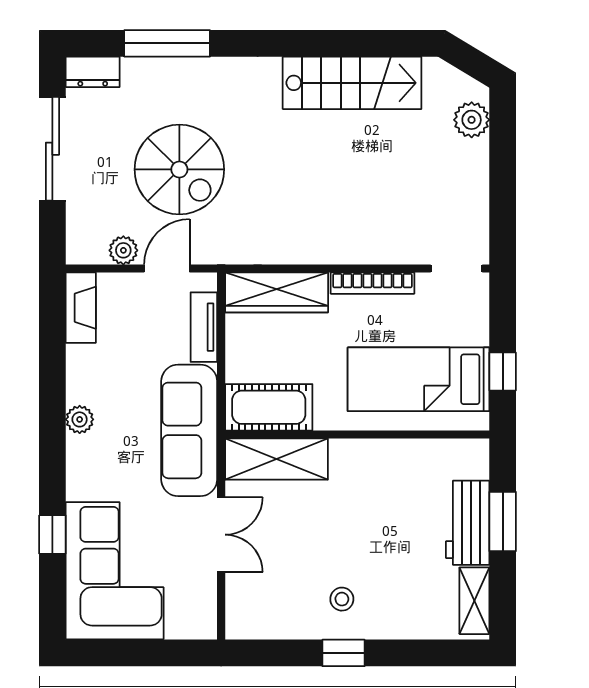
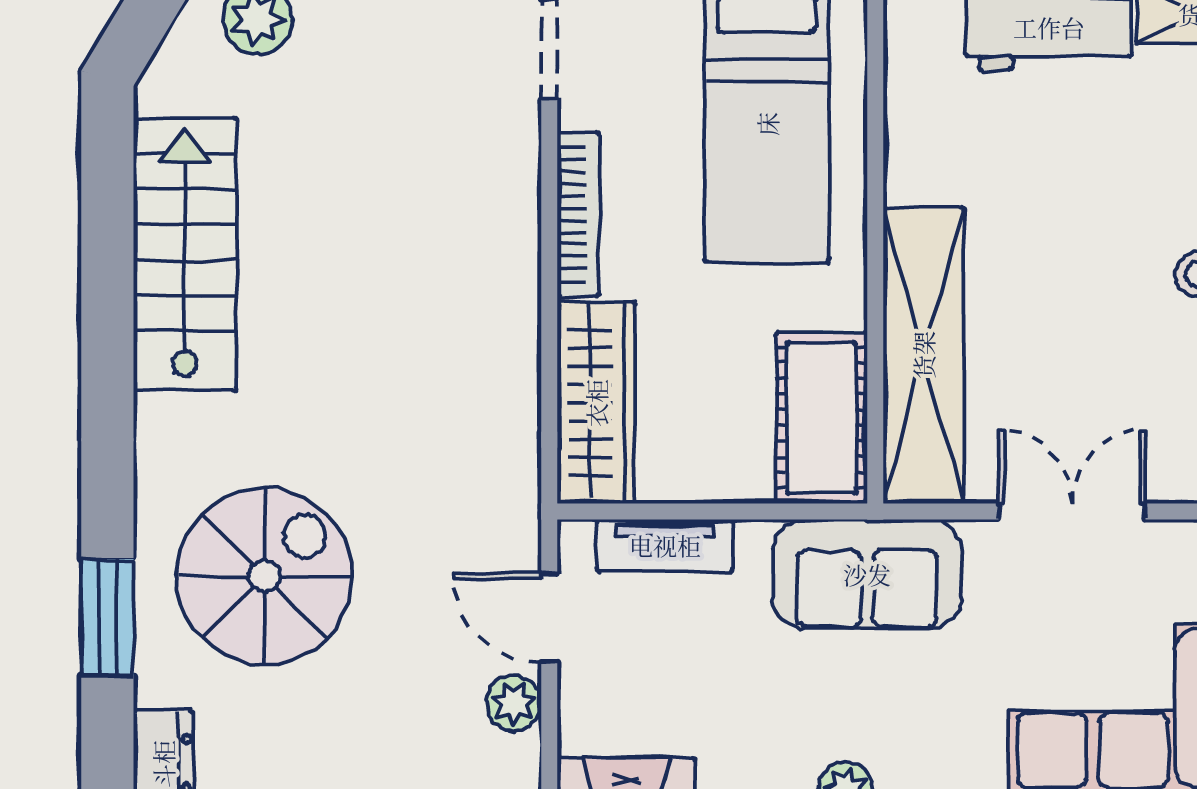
window: (167, 43) -> (107, 617), width x0.69
spiral stairs: (179, 169) -> (264, 576), moved
sofa: (189, 430) -> (867, 574), width x0.73
shelving: (277, 459) -> (923, 355), width x1.47

